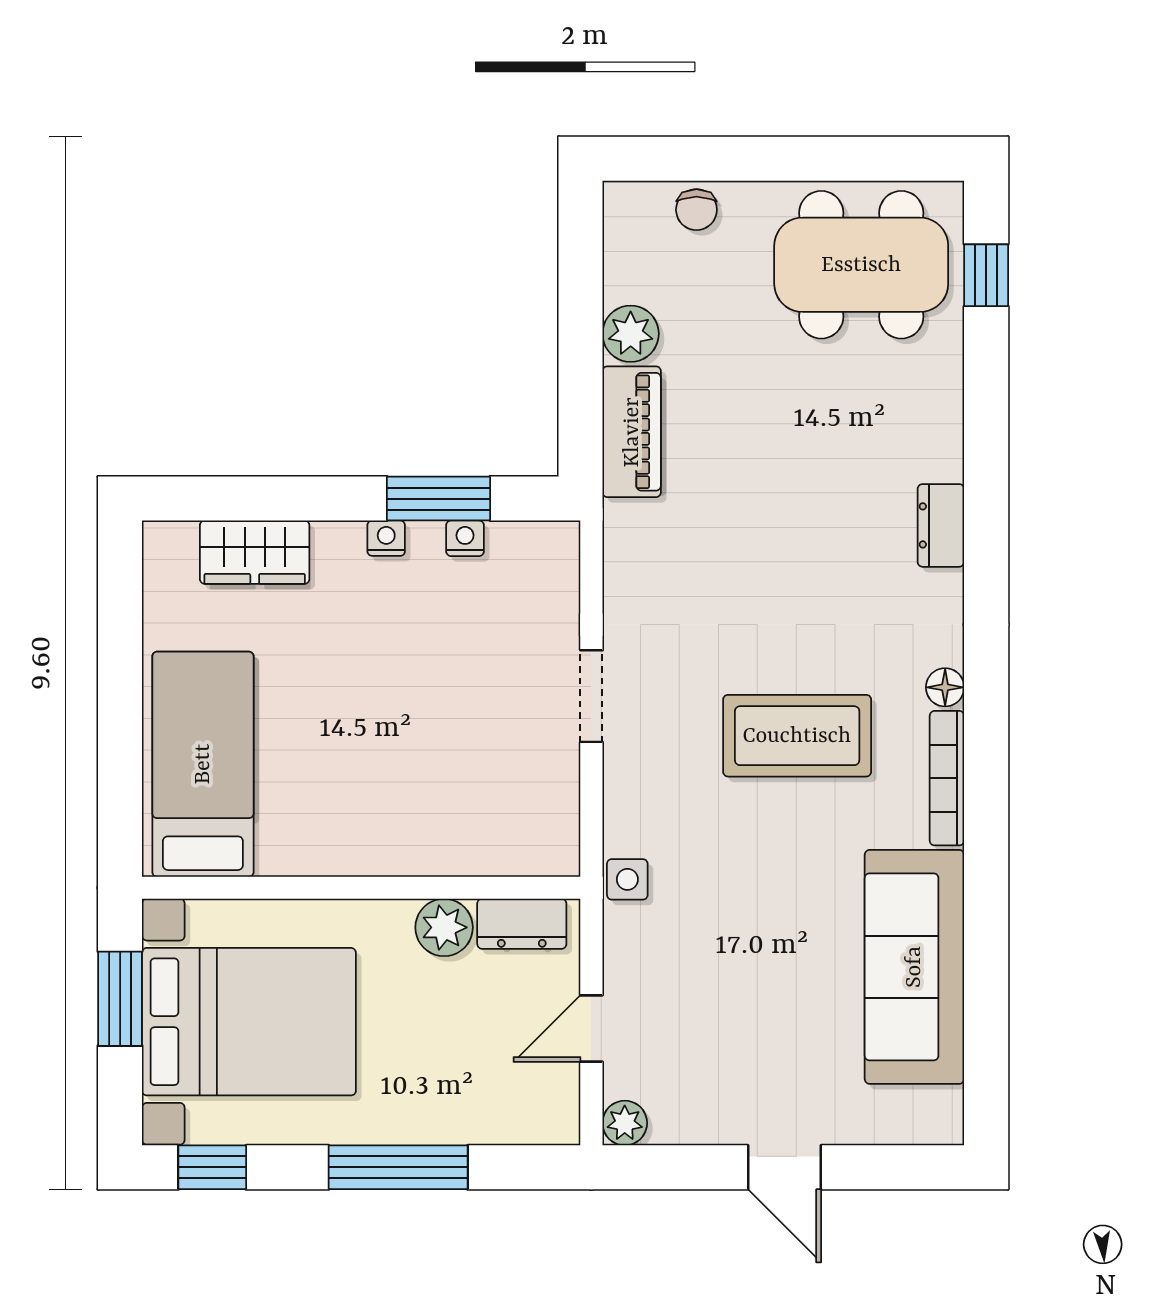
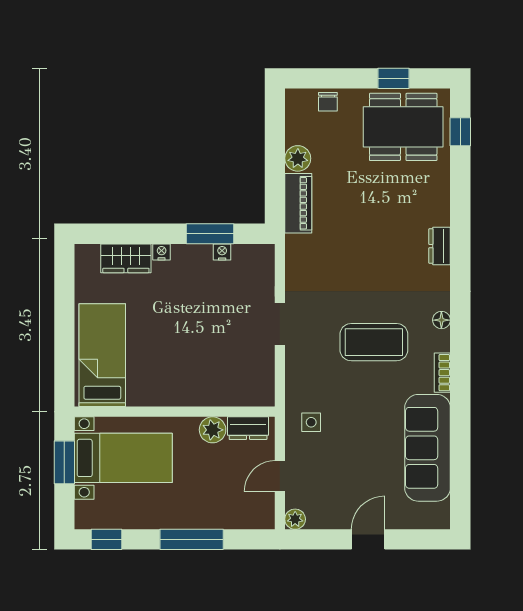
window: (840, 159) -> (394, 78), added
nightstand: (386, 538) -> (162, 252), moved
bookcase: (947, 778) -> (442, 373), width x0.64
side table: (627, 879) -> (311, 422), moved
bed with nightstands: (249, 1022) -> (123, 458), width x0.73
door: (784, 1167) -> (368, 539), swing flipped

